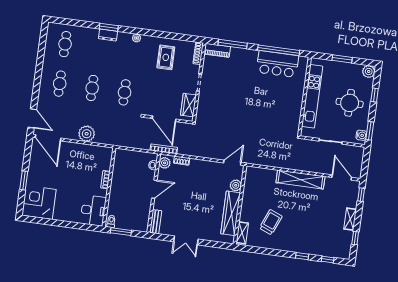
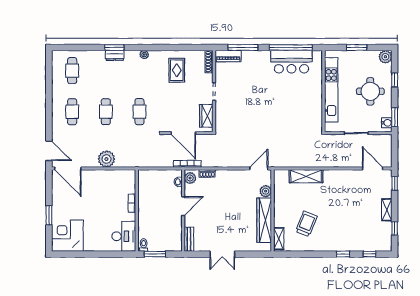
shelving: (300, 180) -> (306, 176), moved, width x0.68

